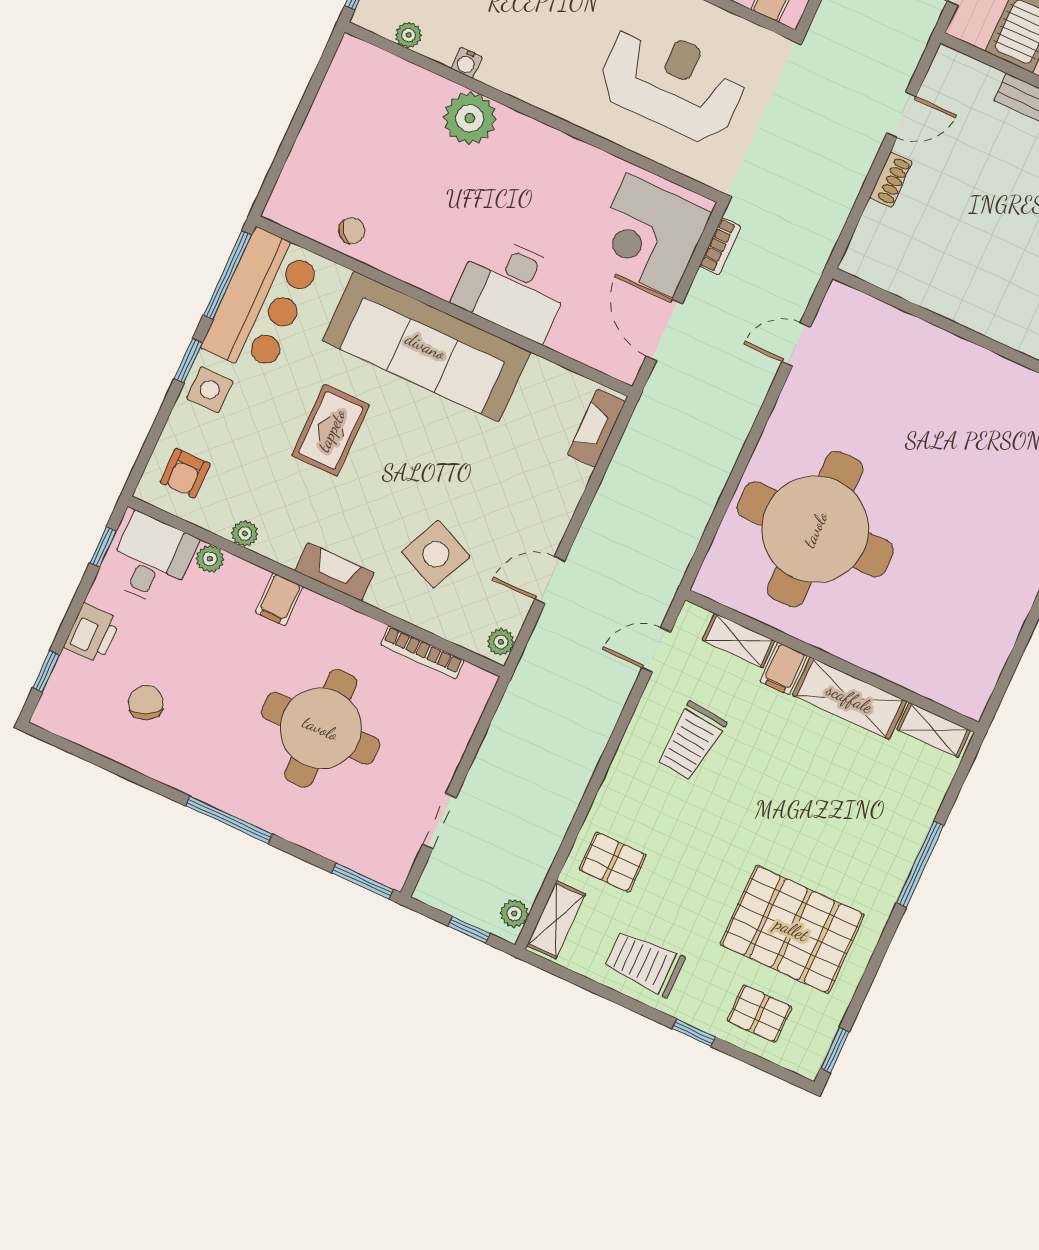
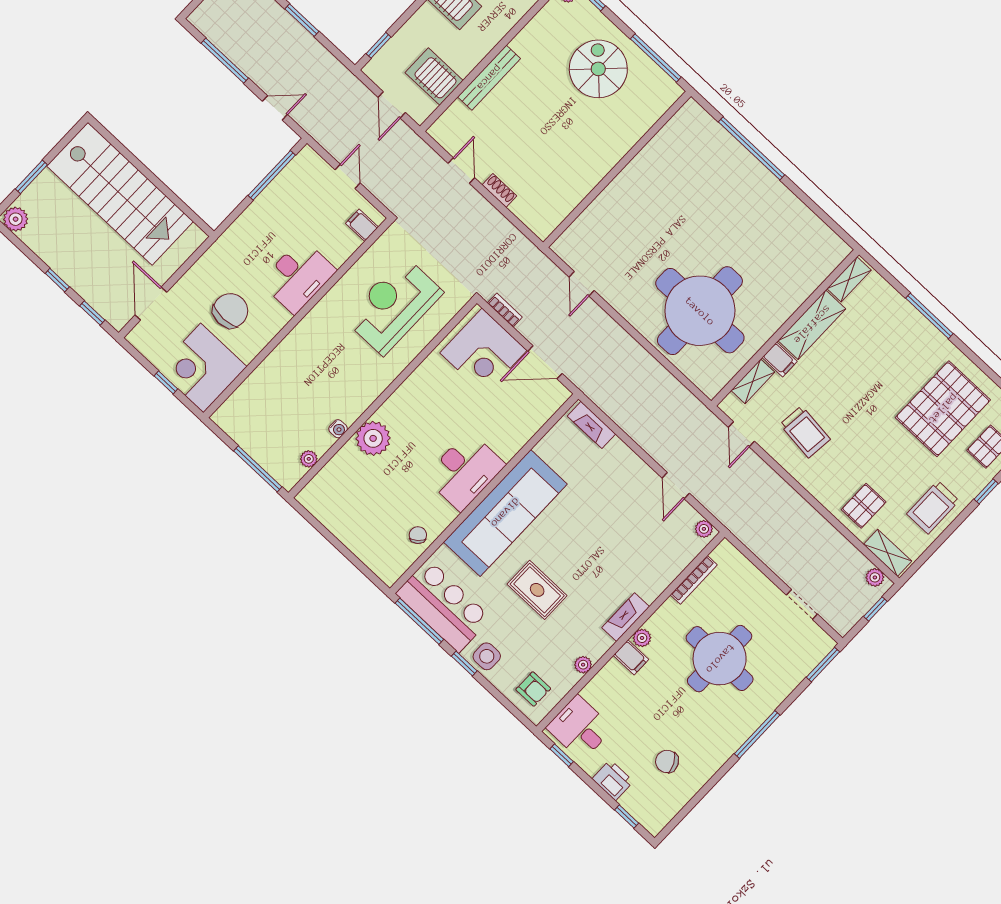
desk: (512, 288) -> (465, 471), moved
side table: (436, 554) -> (636, 551), removed
plant: (210, 559) -> (642, 638), moved

